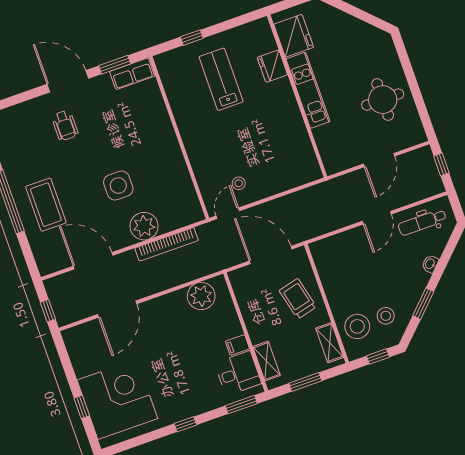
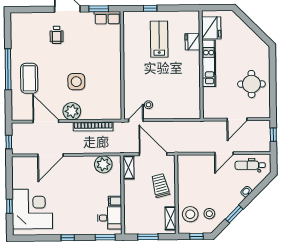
plant: (144, 226) -> (72, 111), moved
shelving: (266, 361) -> (129, 167), moved

